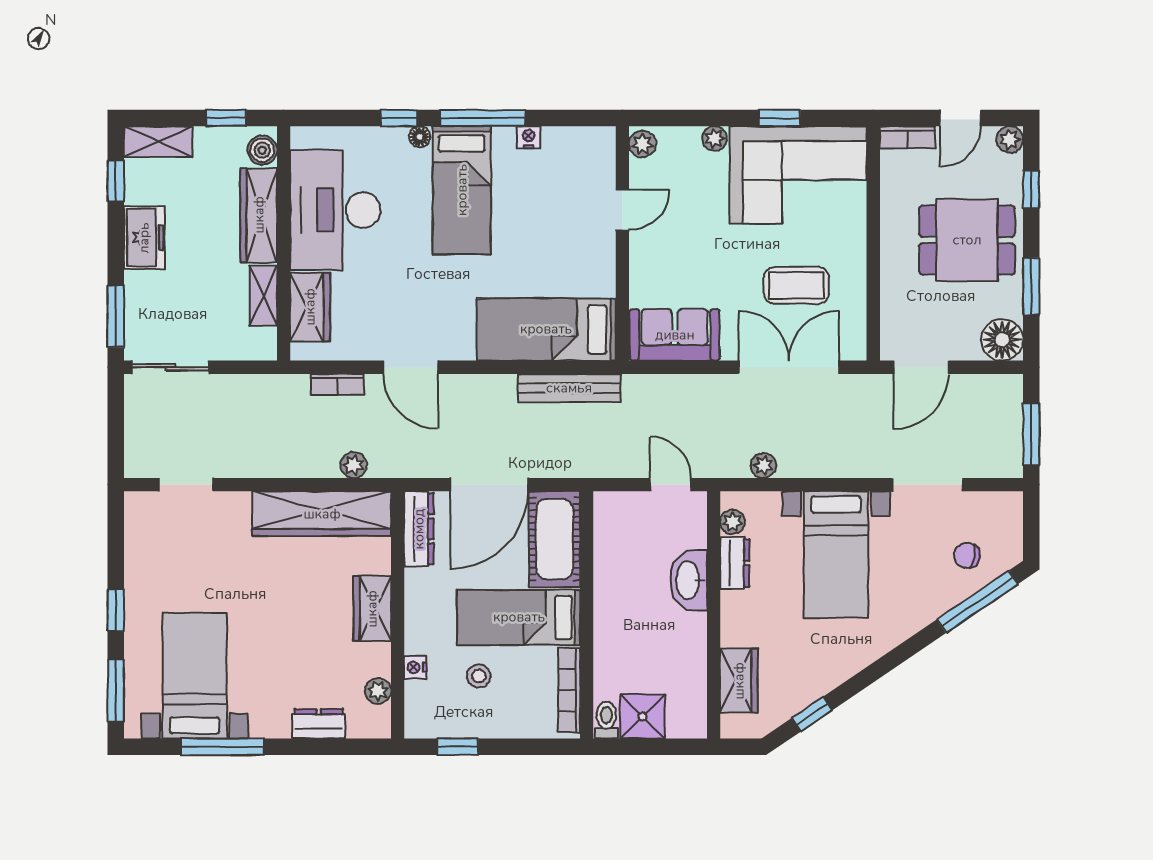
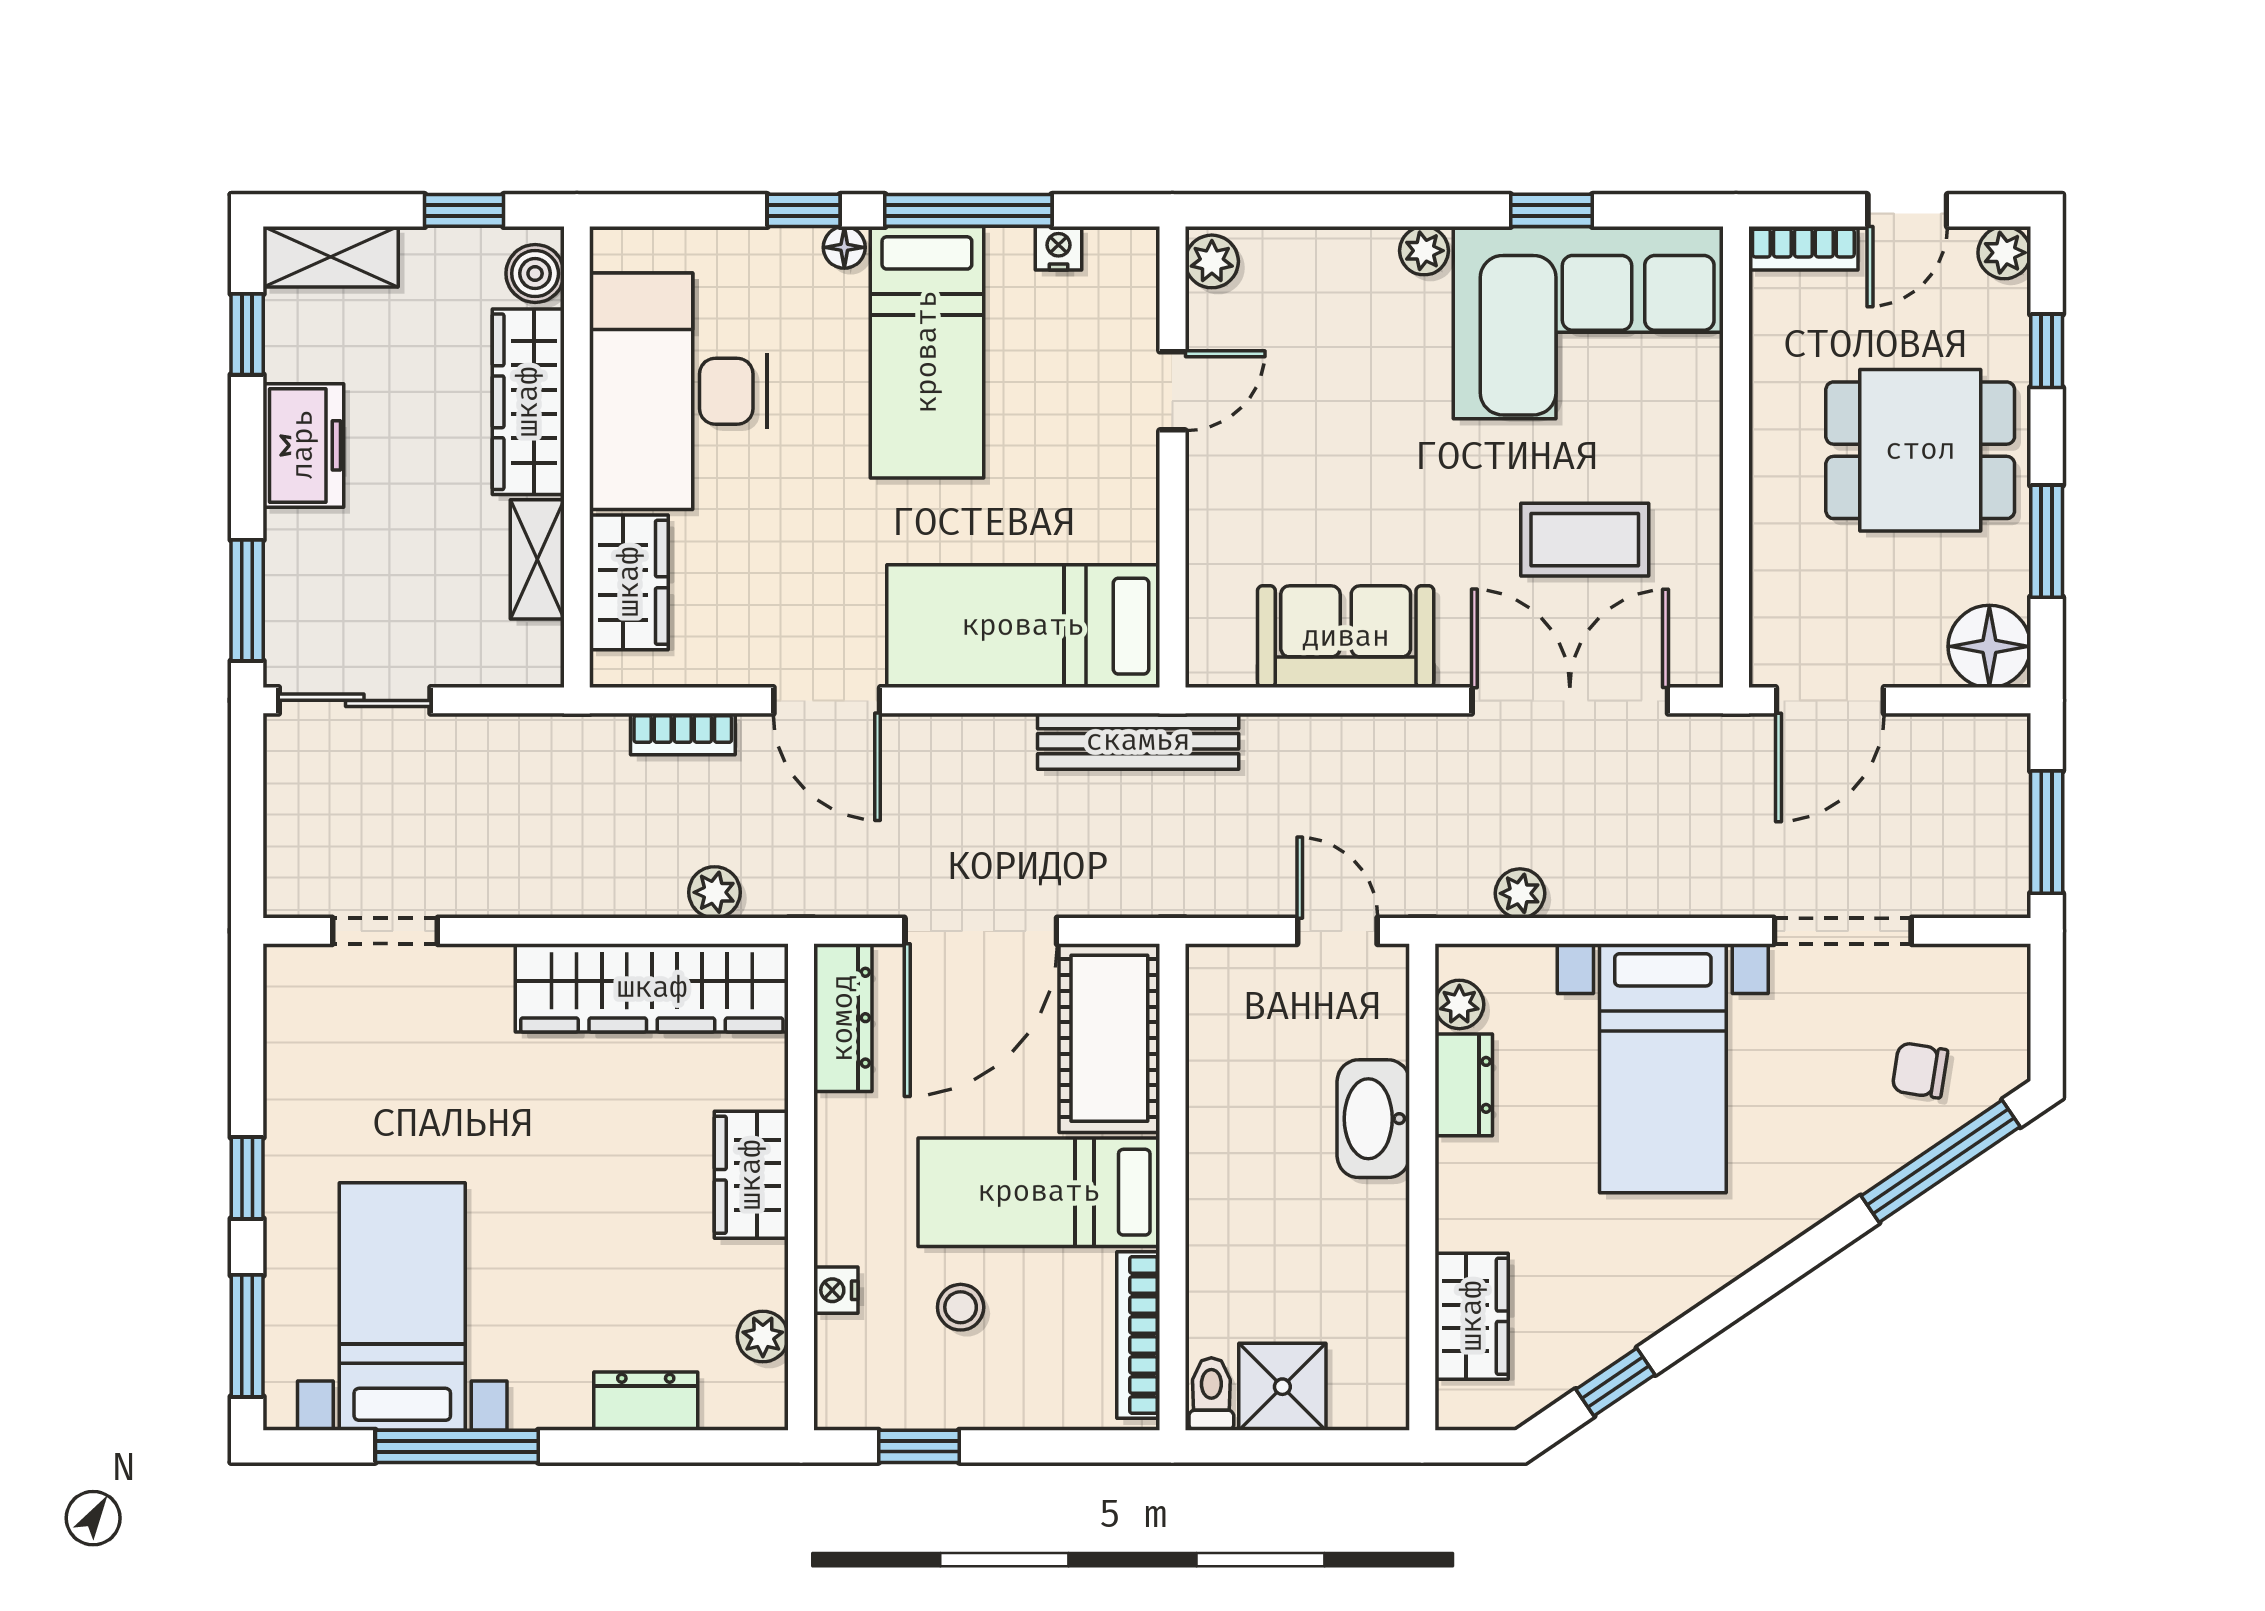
plant: (642, 144) -> (1212, 261), moved
door: (622, 210) -> (1172, 391), moved
wall: (622, 243) -> (1172, 457), moved
bed: (546, 329) -> (1023, 626), moved

